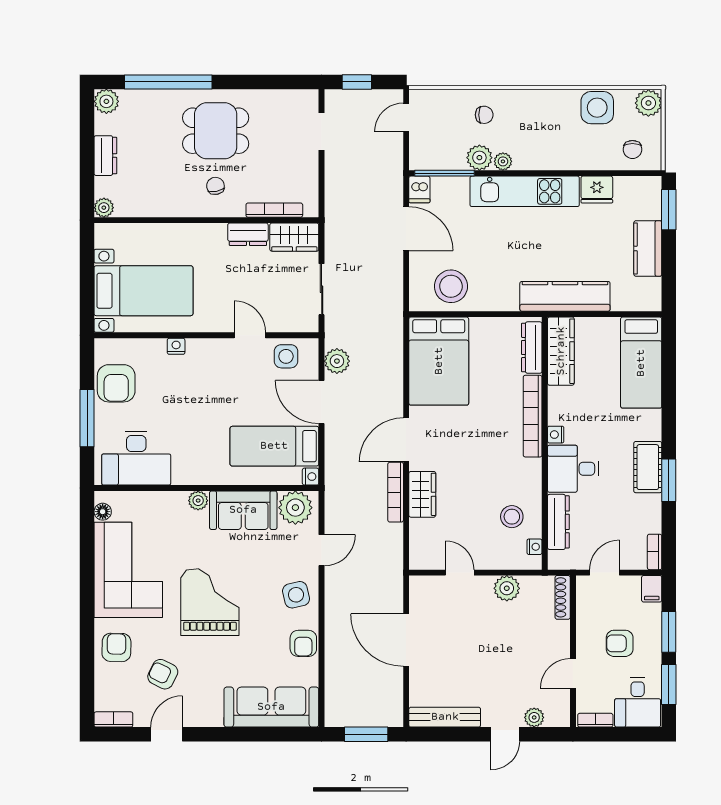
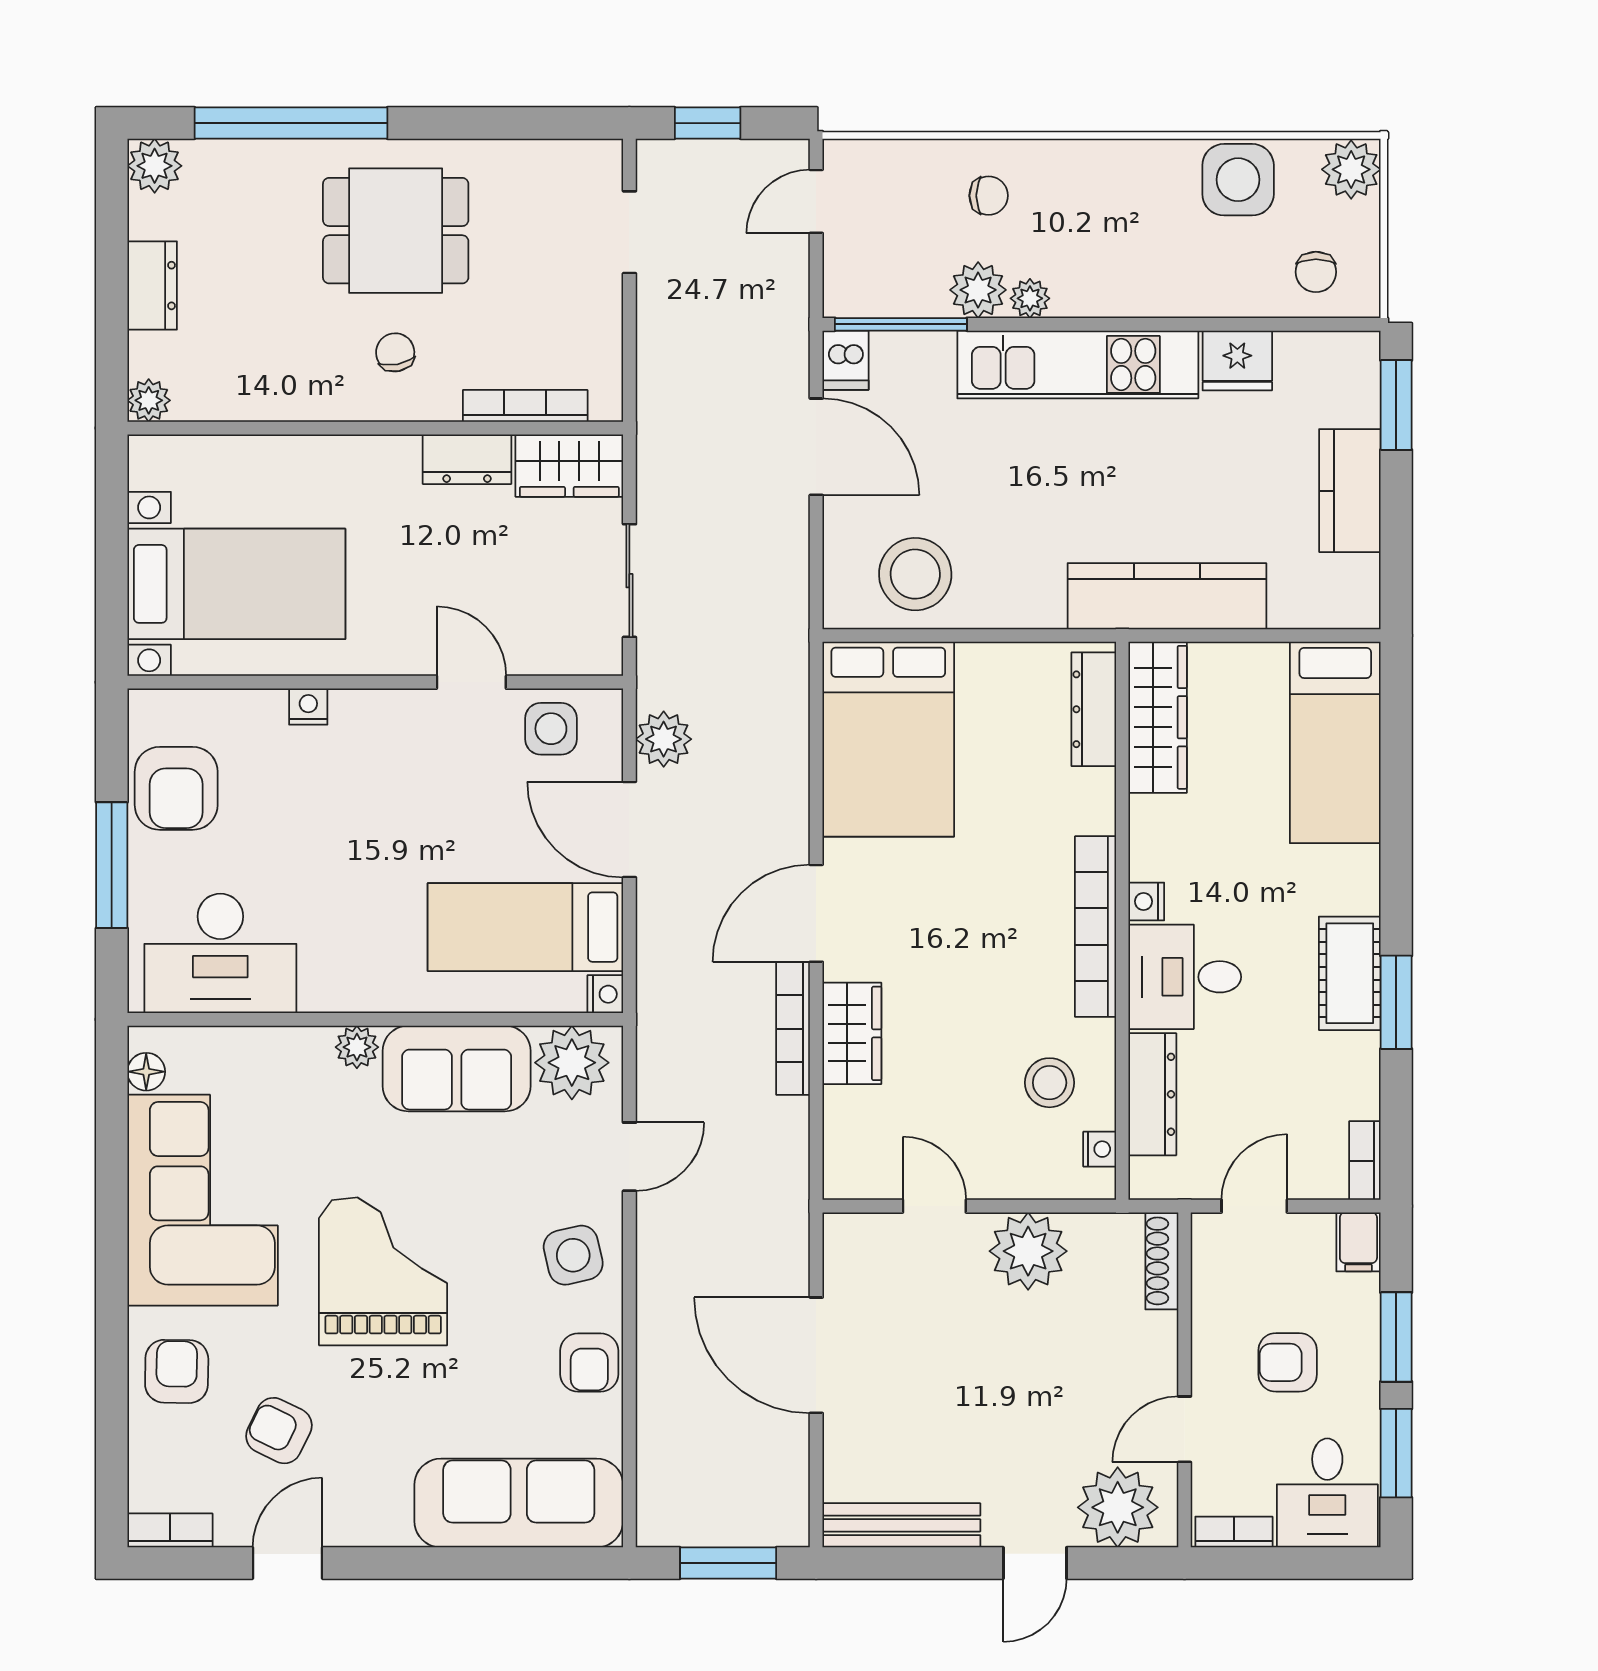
bookcase: (533, 416) -> (1096, 927), moved
plant: (507, 588) -> (1028, 1251), width x1.36, depth x1.36
plant: (534, 717) -> (1118, 1507), width x1.87, depth x1.87

